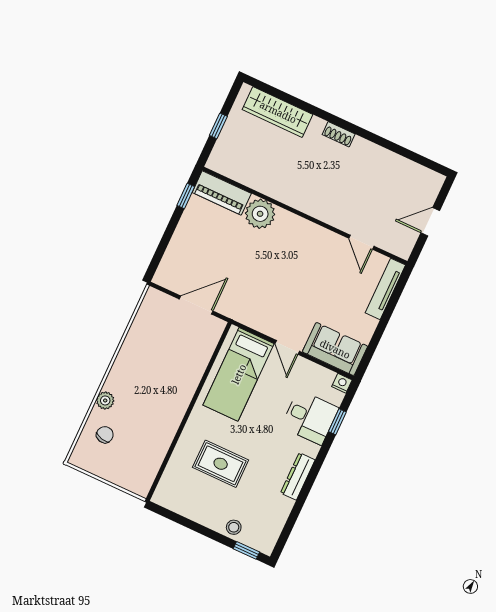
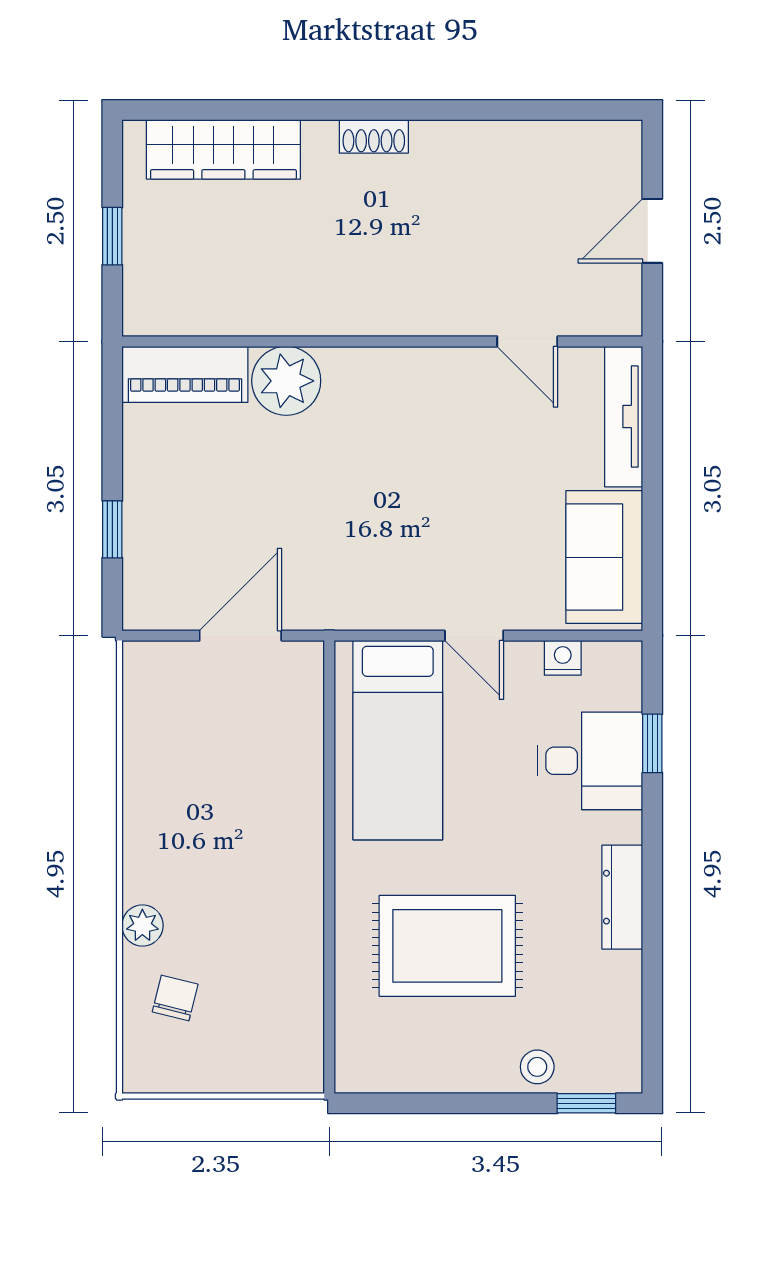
window: (186, 196) -> (112, 529), moved
sofa: (335, 349) -> (604, 557), moved, turned -90
nightstand: (342, 383) -> (563, 658), moved
rug: (221, 464) -> (447, 946), width x1.36, depth x1.43

